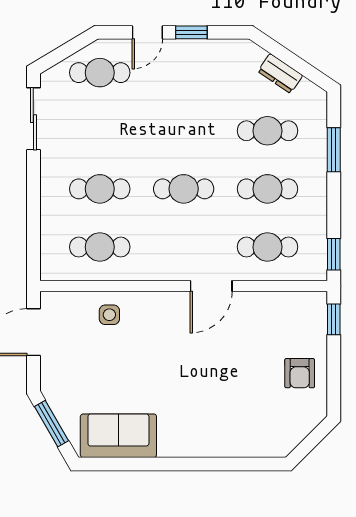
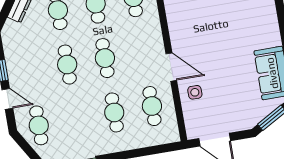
cafe table: (184, 131) -> (67, 65), added
door: (211, 286) -> (171, 67), moved

